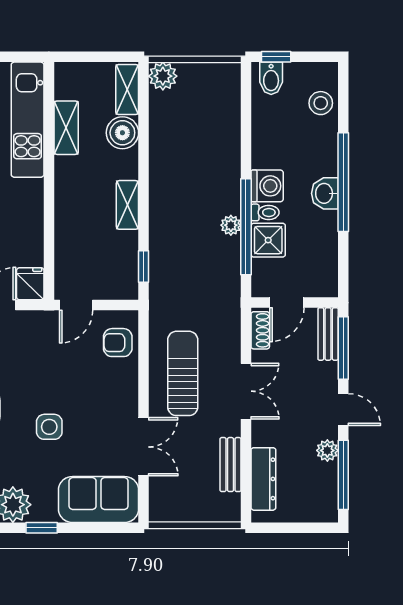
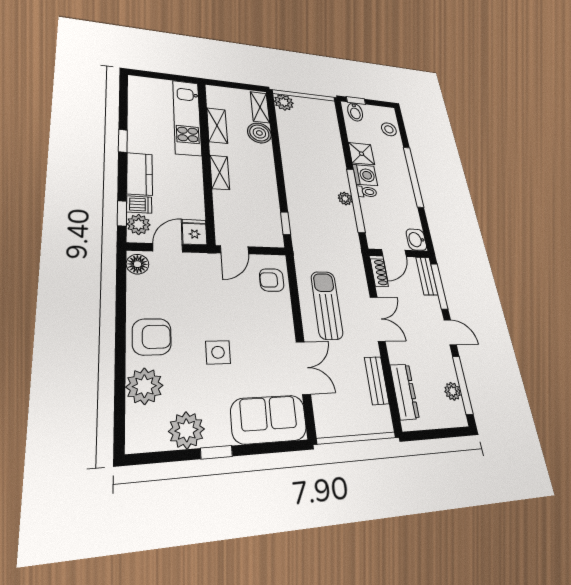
washbasin: (325, 193) -> (416, 240), moved
shelving: (127, 205) -> (220, 172), moved
shower: (268, 240) -> (361, 154), moved
plant: (327, 450) -> (453, 391), moved

